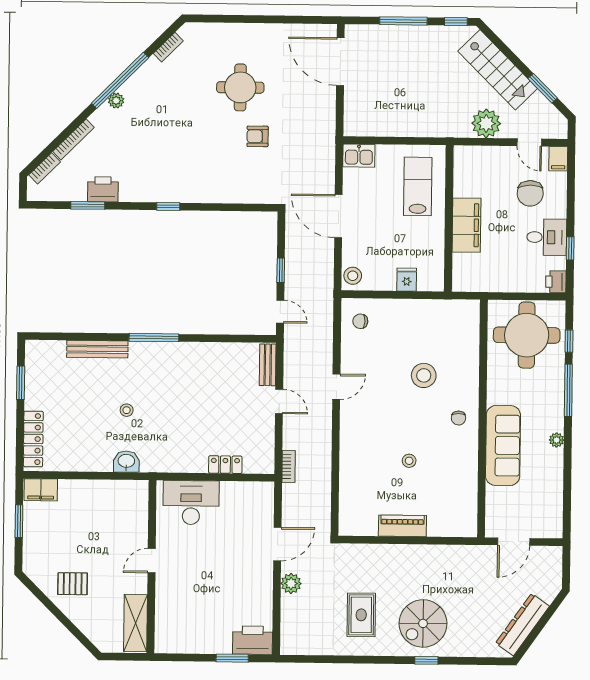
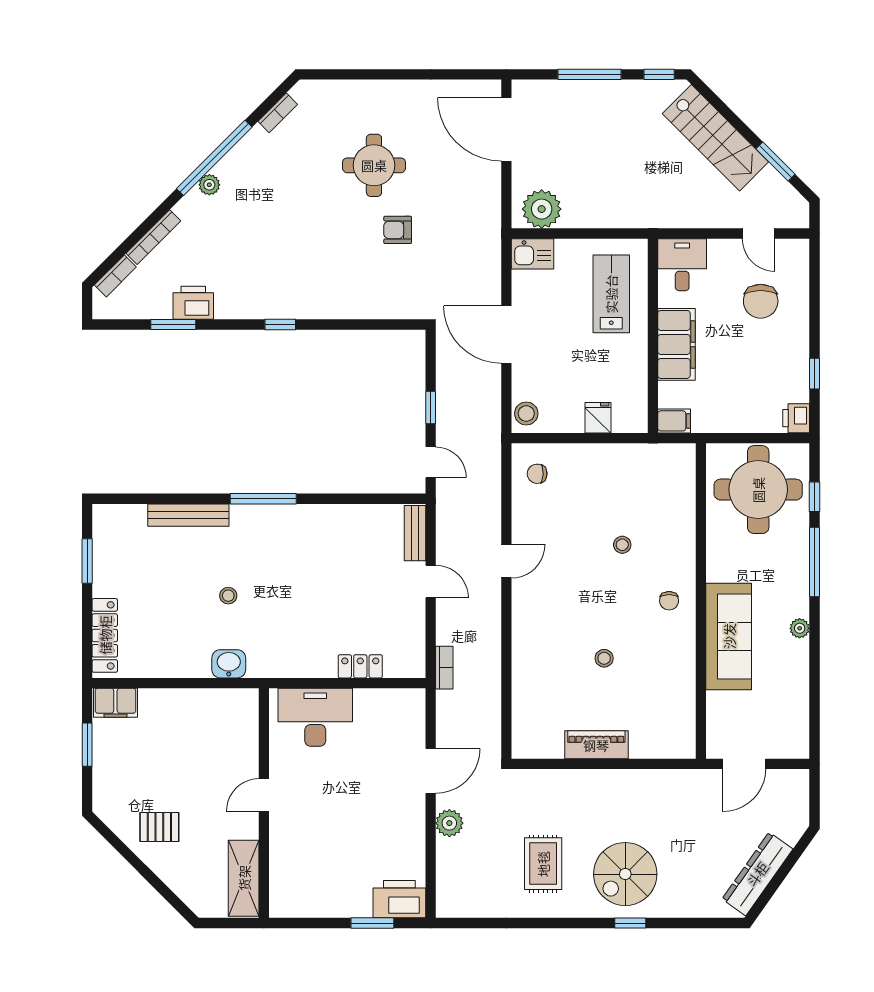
plant: (486, 123) -> (542, 209), moved
filing cabinet: (558, 159) -> (674, 421), moved, turned -90
desk: (547, 237) -> (682, 265), moved, turned -90
stool: (424, 375) -> (622, 545), width x0.53, depth x0.53

